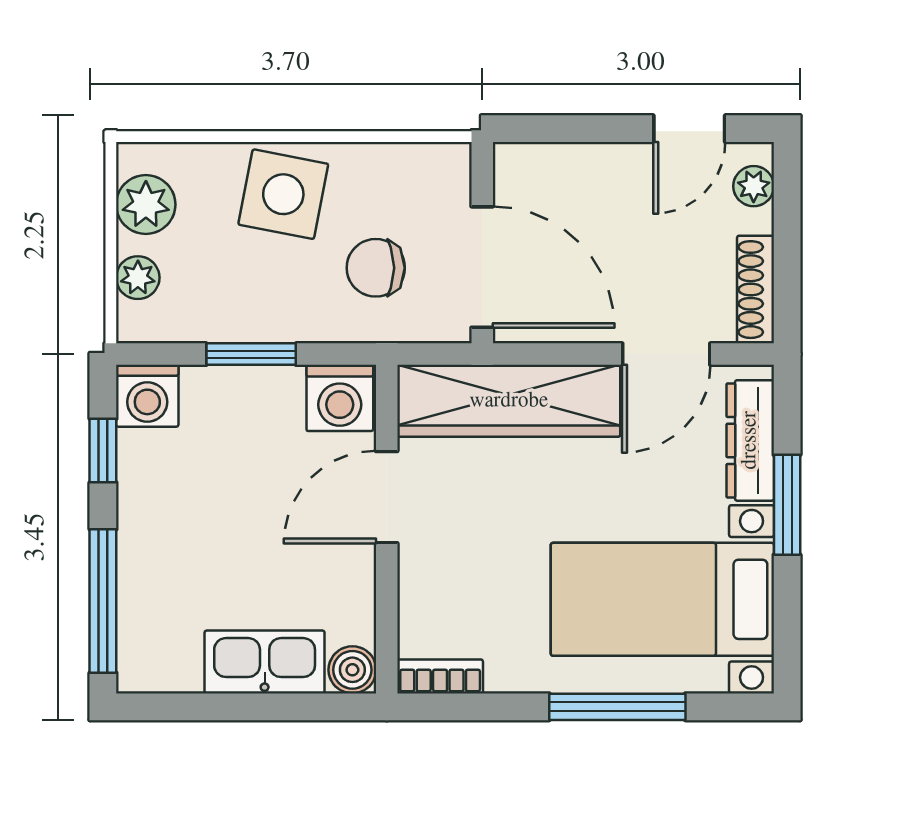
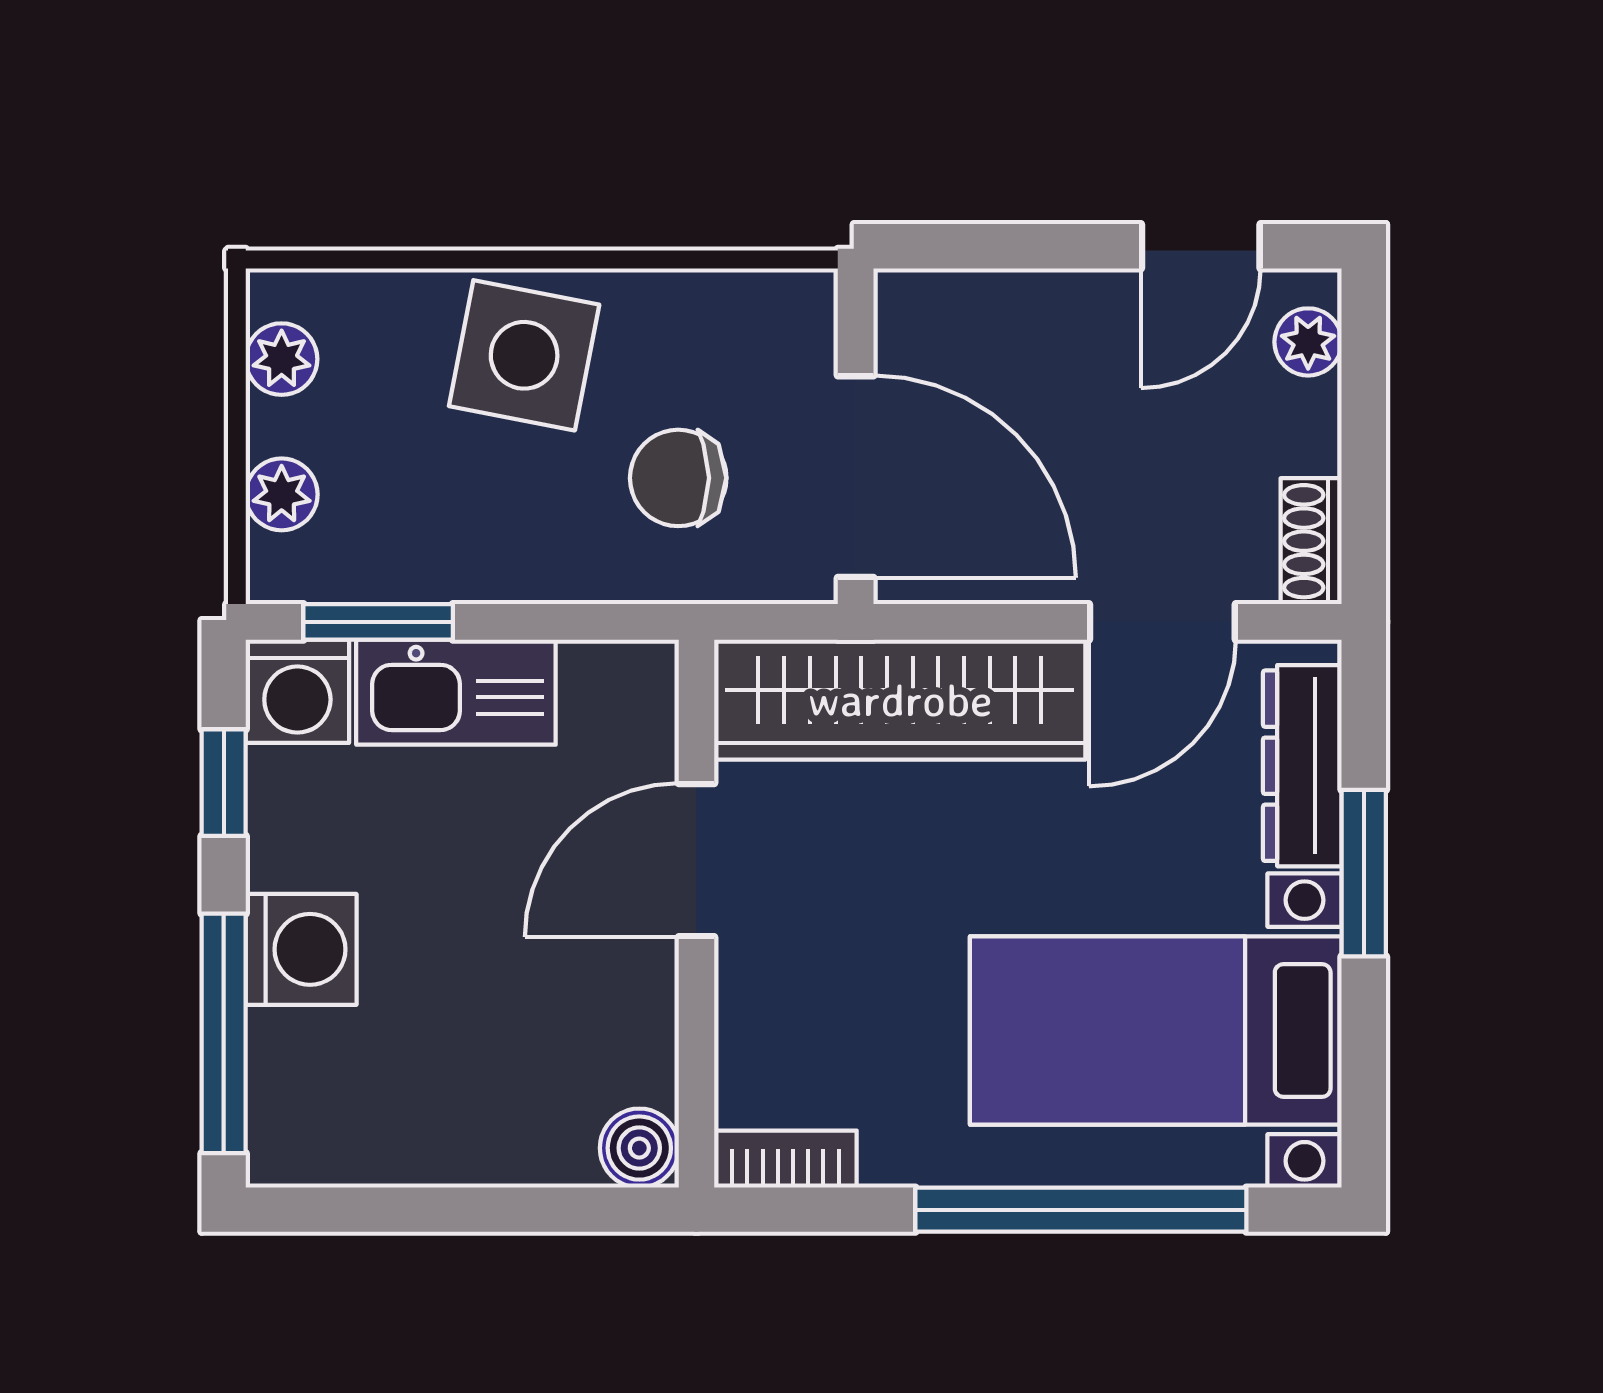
plant: (146, 205) -> (282, 359), width x0.73, depth x0.73
shoe rack: (756, 290) -> (1311, 541), width x0.70
window: (251, 354) -> (378, 622), moved
washing machine: (340, 398) -> (301, 949), moved, turned -90
kitchen sink: (265, 662) -> (456, 692), moved, turned 180
window: (617, 707) -> (1081, 1210), width x1.46

